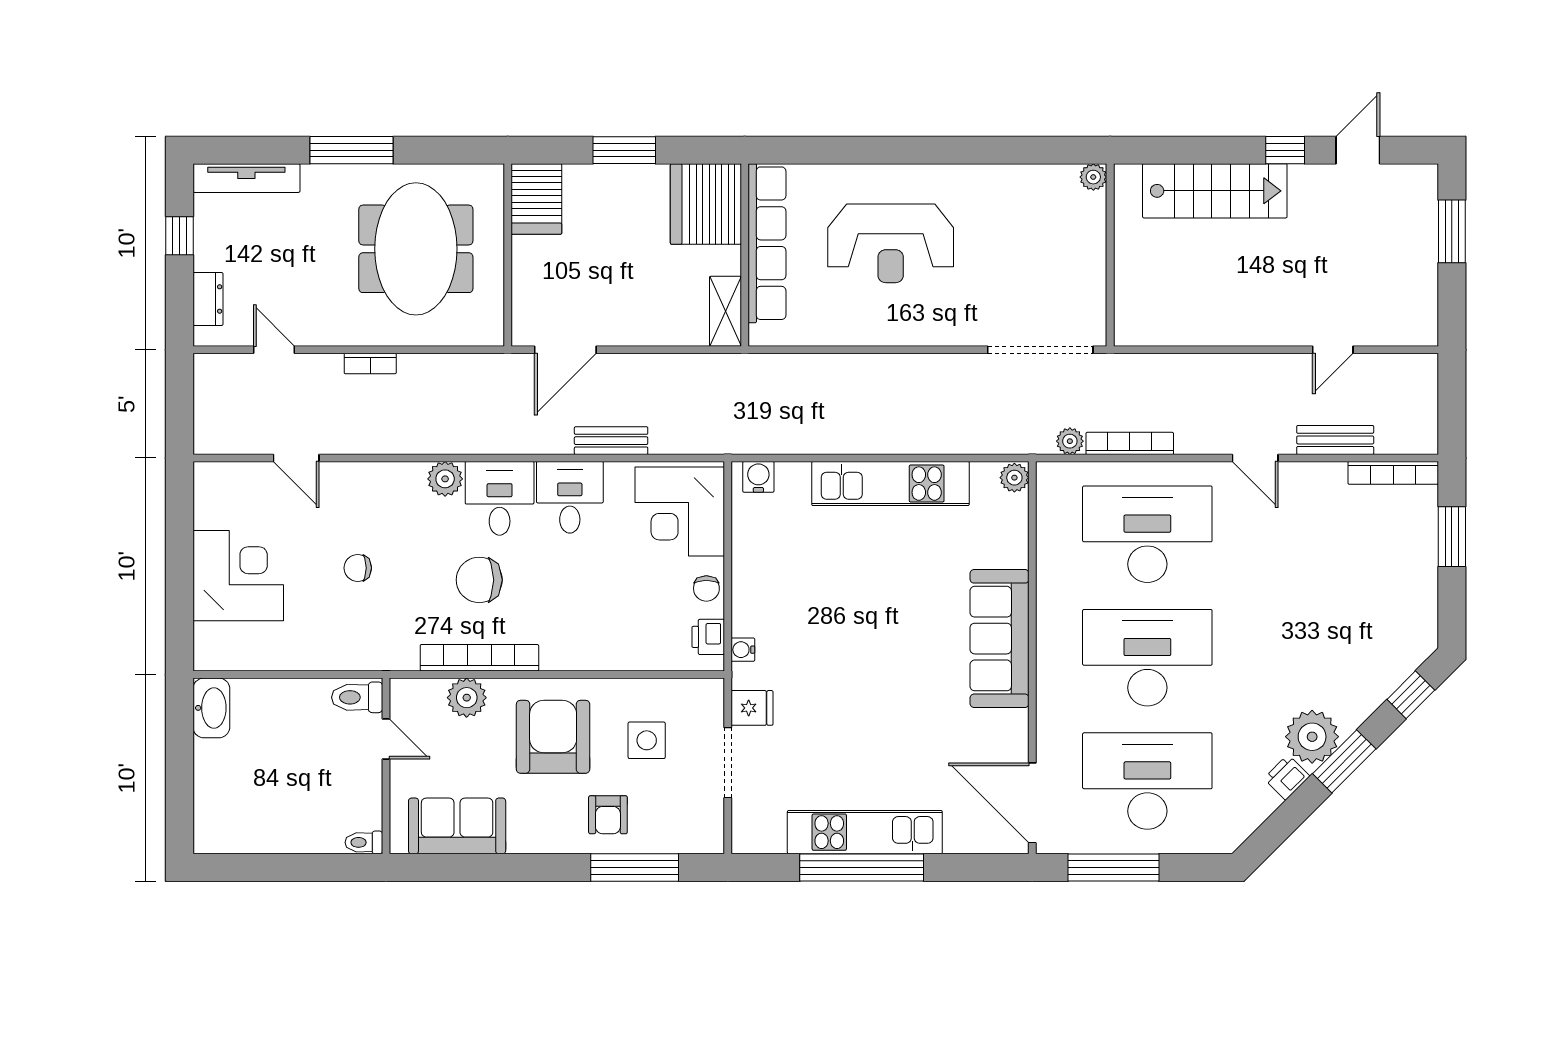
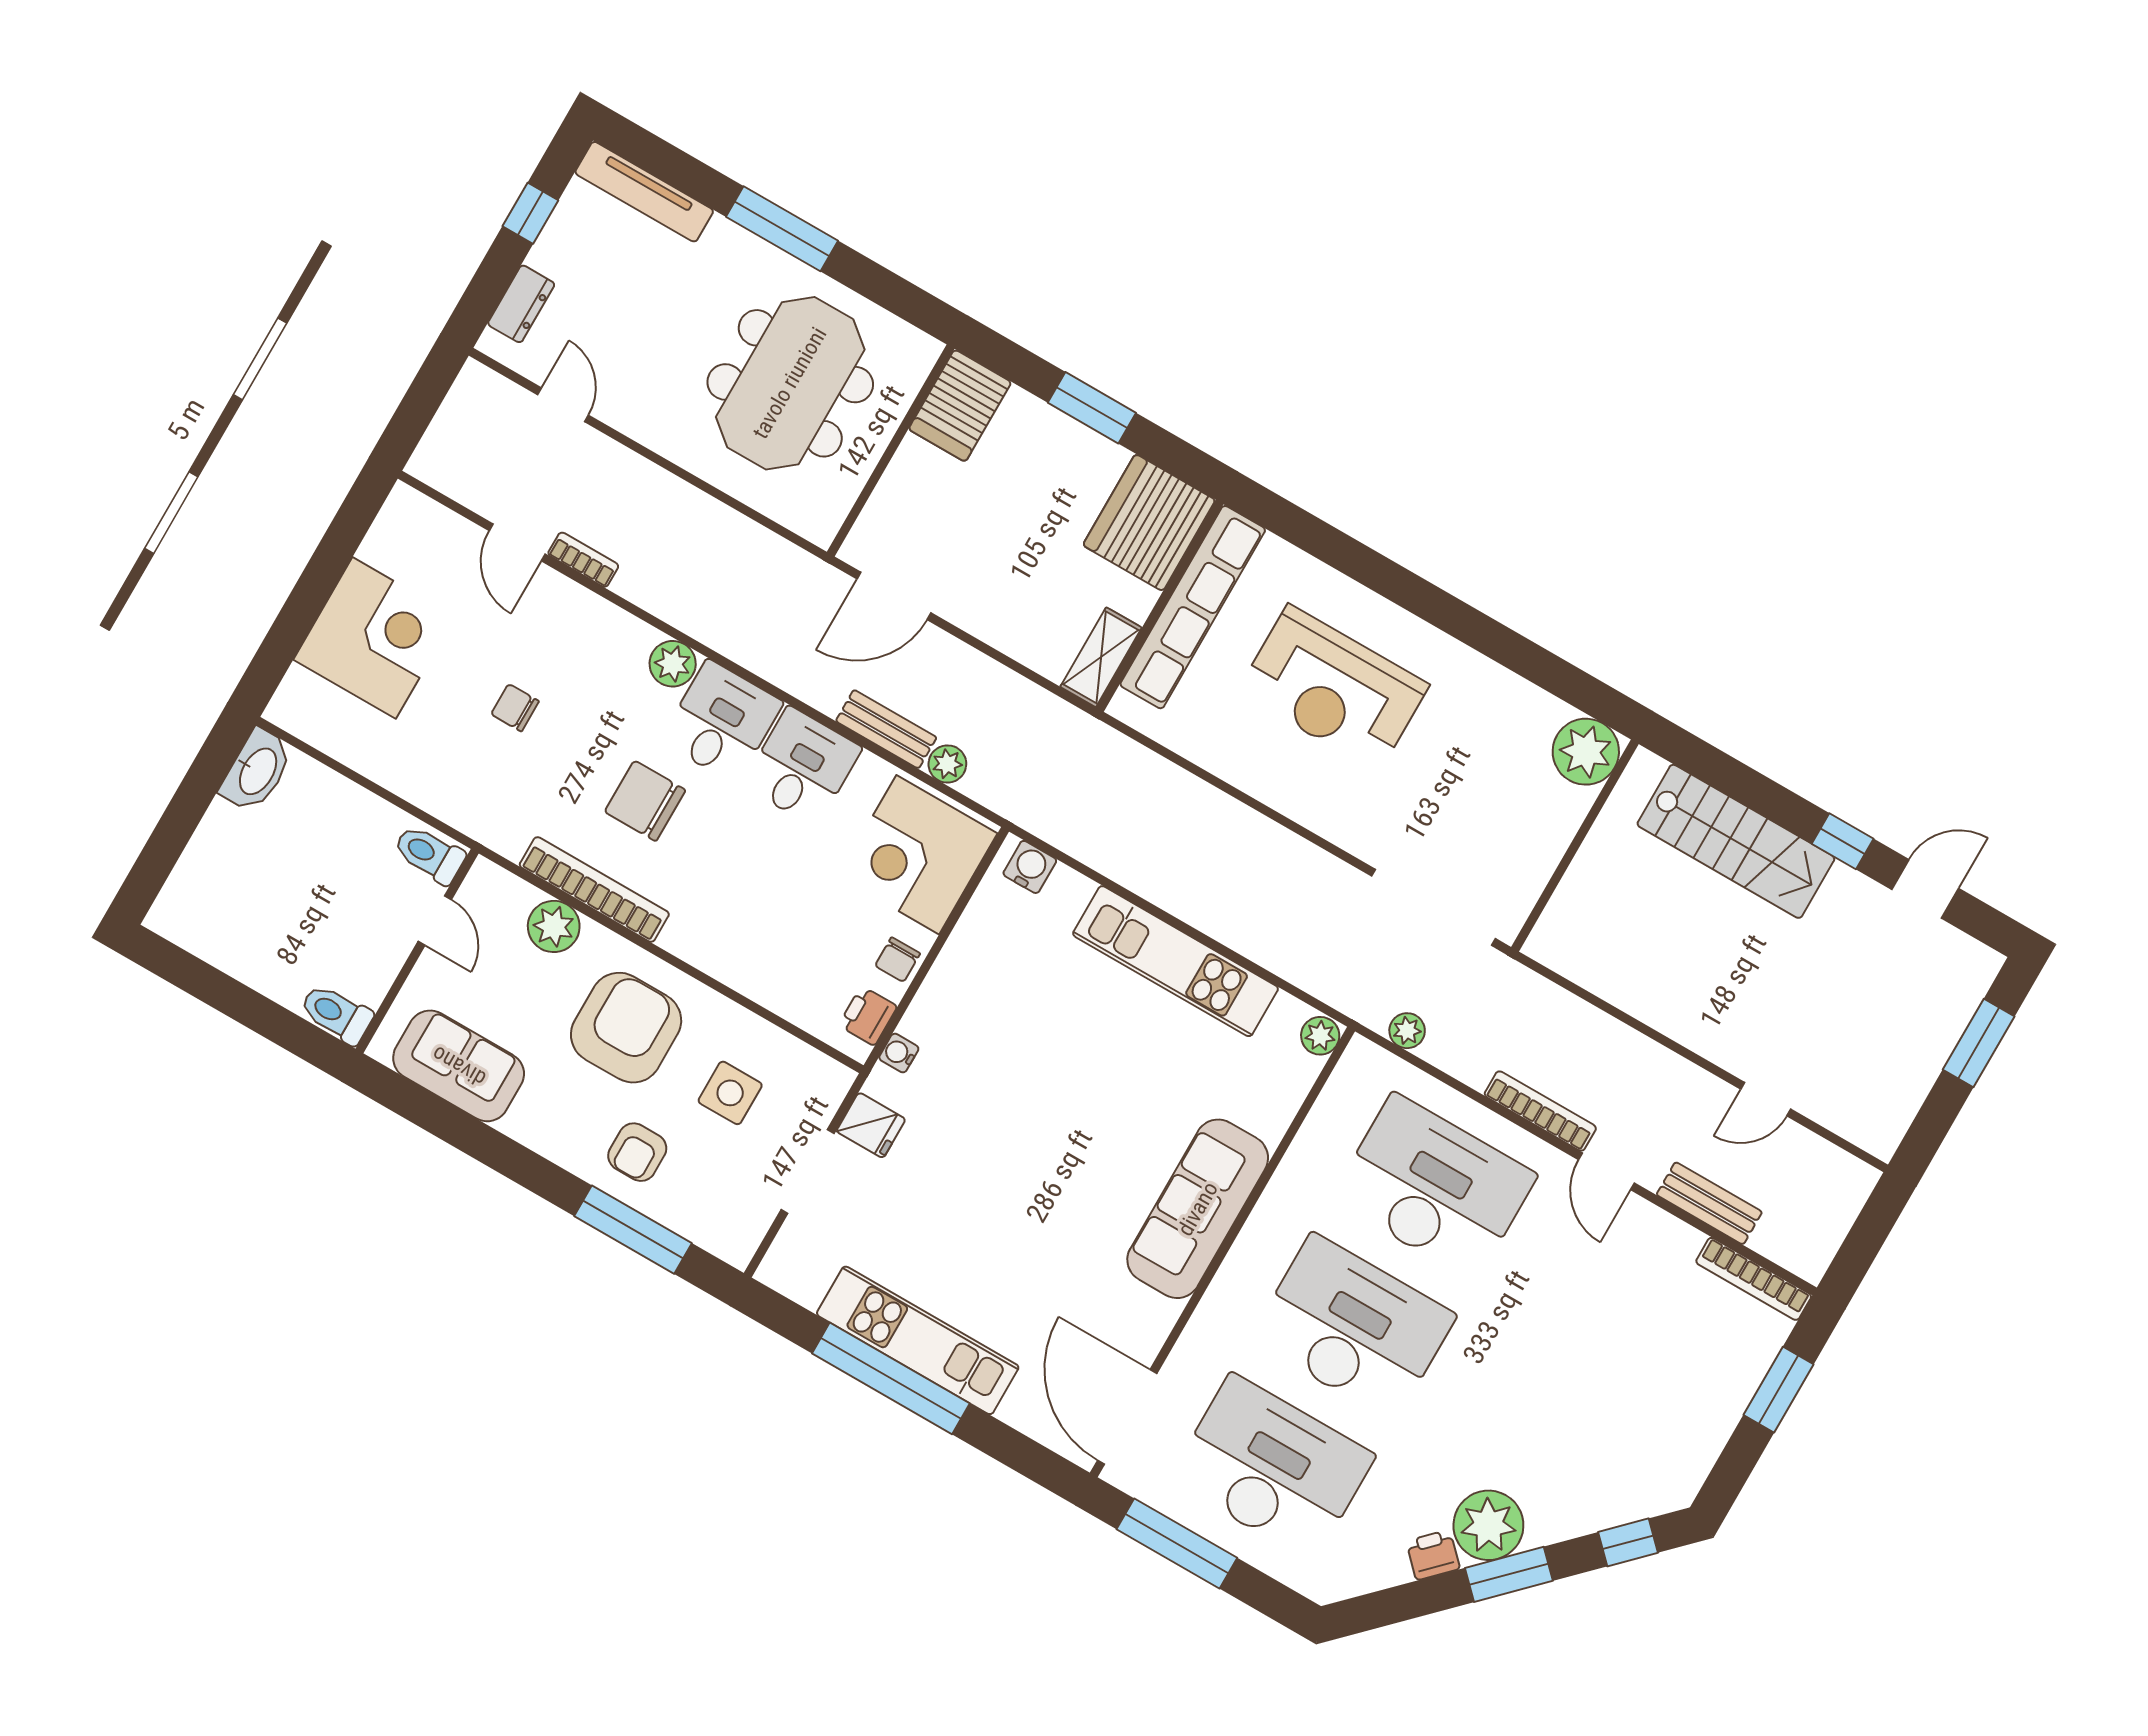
plant: (1093, 177) -> (1586, 752), width x1.88, depth x1.88
bookcase: (370, 363) -> (583, 560), moved, turned 180
plant: (665, 440) -> (947, 764), added
bookcase: (1130, 443) -> (1540, 1111), moved
toilet: (364, 842) -> (336, 1014), width x1.37, depth x1.39

